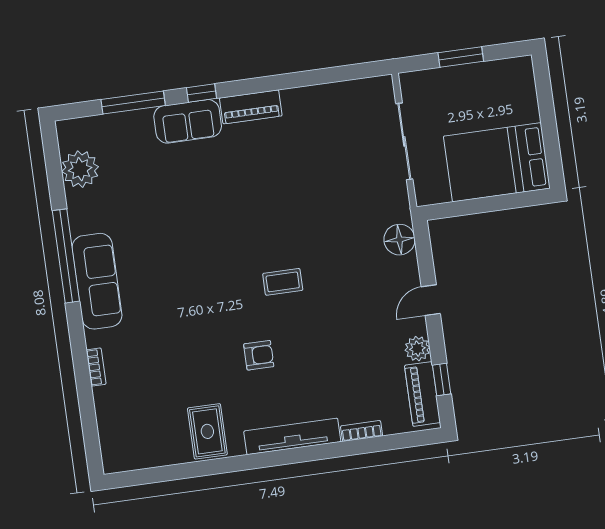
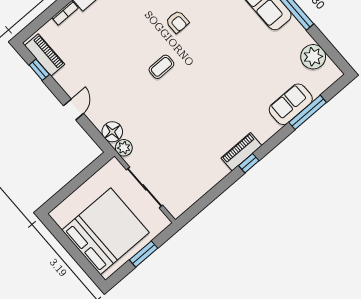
window: (201, 93) -> (249, 163), moved
sofa: (188, 121) -> (291, 104), moved
bed: (497, 162) -> (106, 231), moved, width x1.36
plant: (417, 349) -> (124, 148), moved
armchair: (259, 355) -> (177, 22), moved, turned -90

